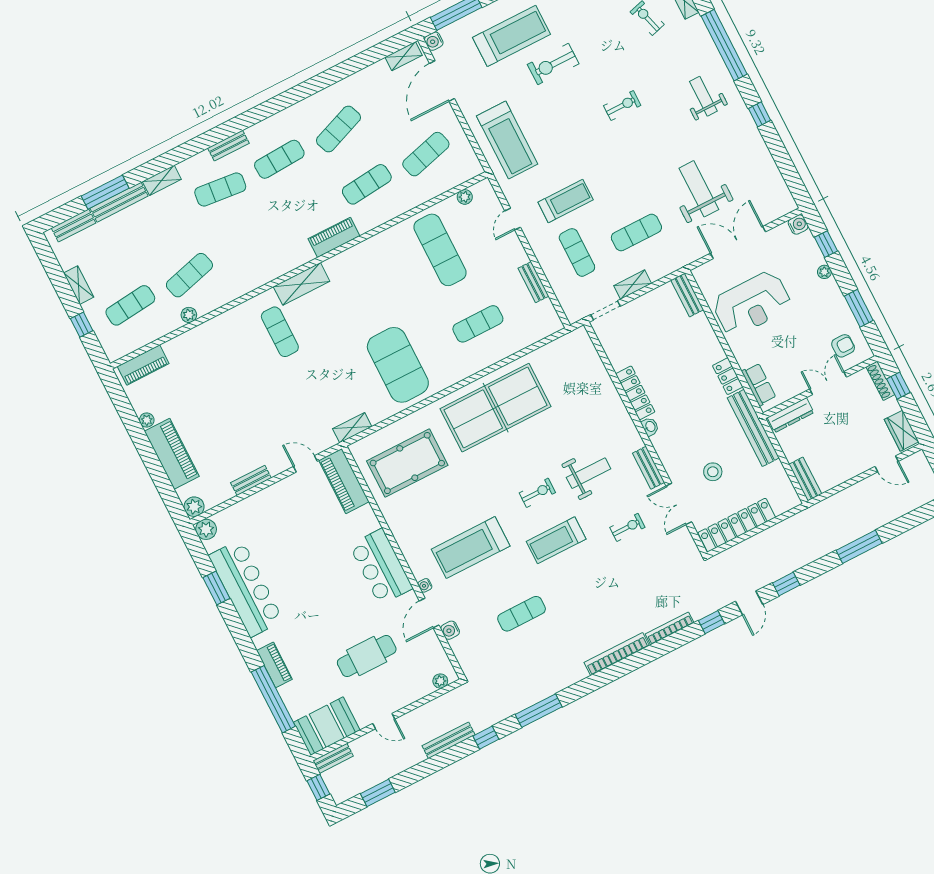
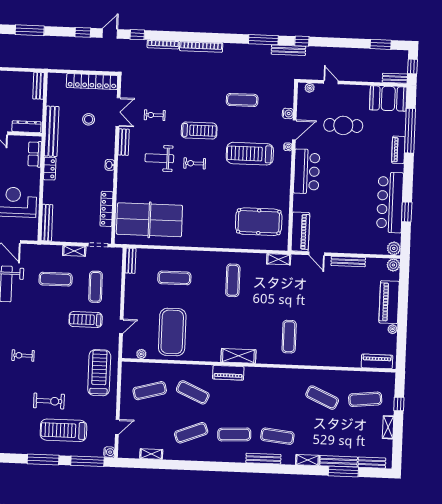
shelving: (404, 56) -> (151, 454), moved
door: (442, 81) -> (117, 427), width x0.53
bench: (228, 146) -> (263, 459), width x1.36
exercise mat: (367, 184) -> (193, 392), turned 30
exercise mat: (440, 250) -> (172, 332), width x1.47
exercise mat: (189, 275) -> (322, 398), turned 39
bench: (533, 282) -> (131, 261), moved
shelving: (302, 284) -> (238, 356), moved
bench: (687, 295) -> (47, 223), width x1.36
plant: (189, 315) -> (335, 375), removed
exercise mat: (398, 365) -> (233, 280), width x0.50, depth x0.69
locker: (635, 393) -> (107, 209), moved
table tennis table: (496, 408) -> (149, 220), moved
bench: (251, 480) -> (348, 262), width x1.36
treadmill: (471, 548) -> (250, 154), turned 180
door: (384, 721) -> (331, 82), moved
bench: (449, 740) -> (288, 50), moved

